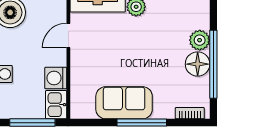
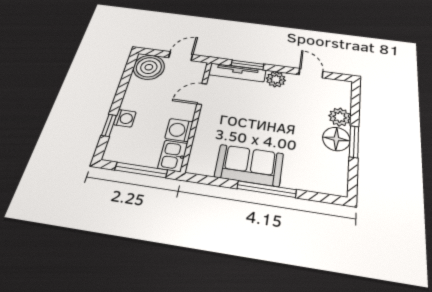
window: (213, 64) -> (354, 142), width x0.47
bookcase: (190, 113) -> (324, 188), removed

